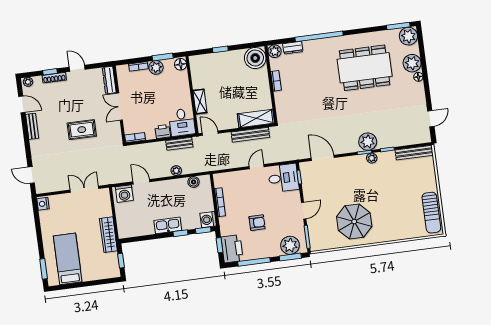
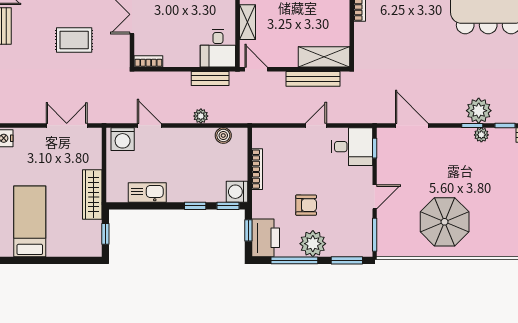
printer: (163, 131) -> (189, 58), removed
kitchen sink: (168, 225) -> (147, 192), moved
plant: (290, 245) -> (313, 244), moved

